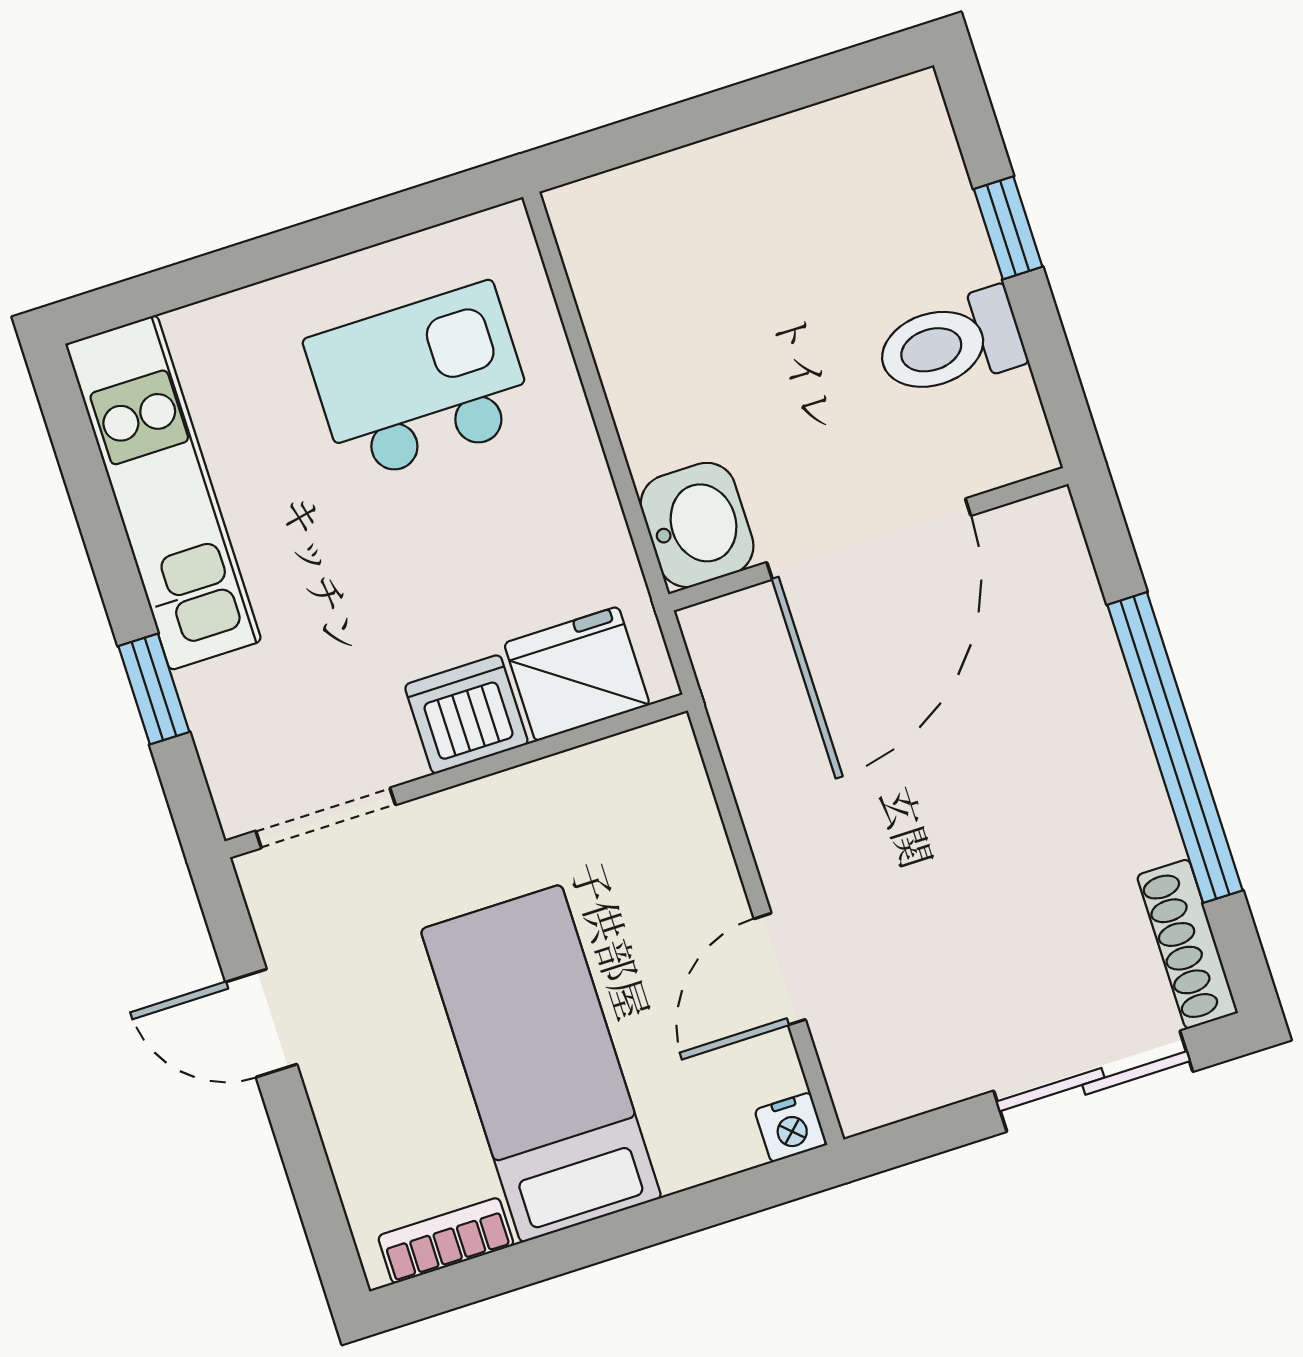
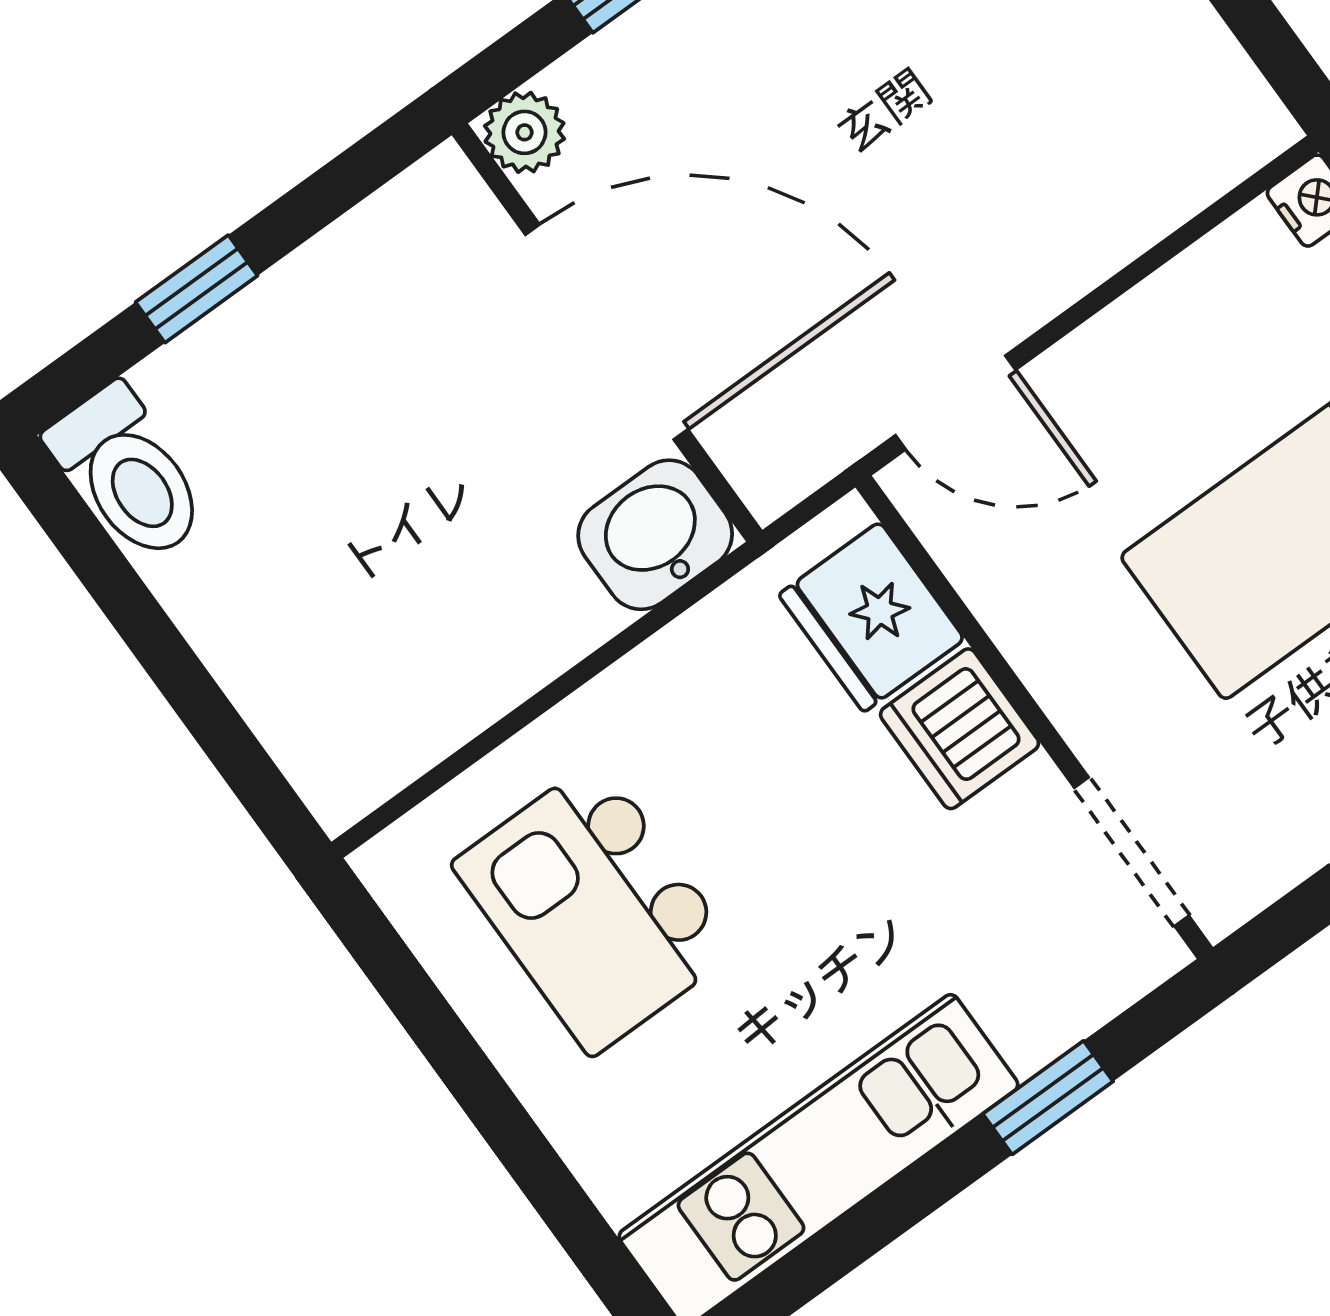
toilet: (950, 344) -> (128, 474), moved
plant: (1047, 526) -> (524, 132), added
door: (780, 969) -> (955, 402), moved

